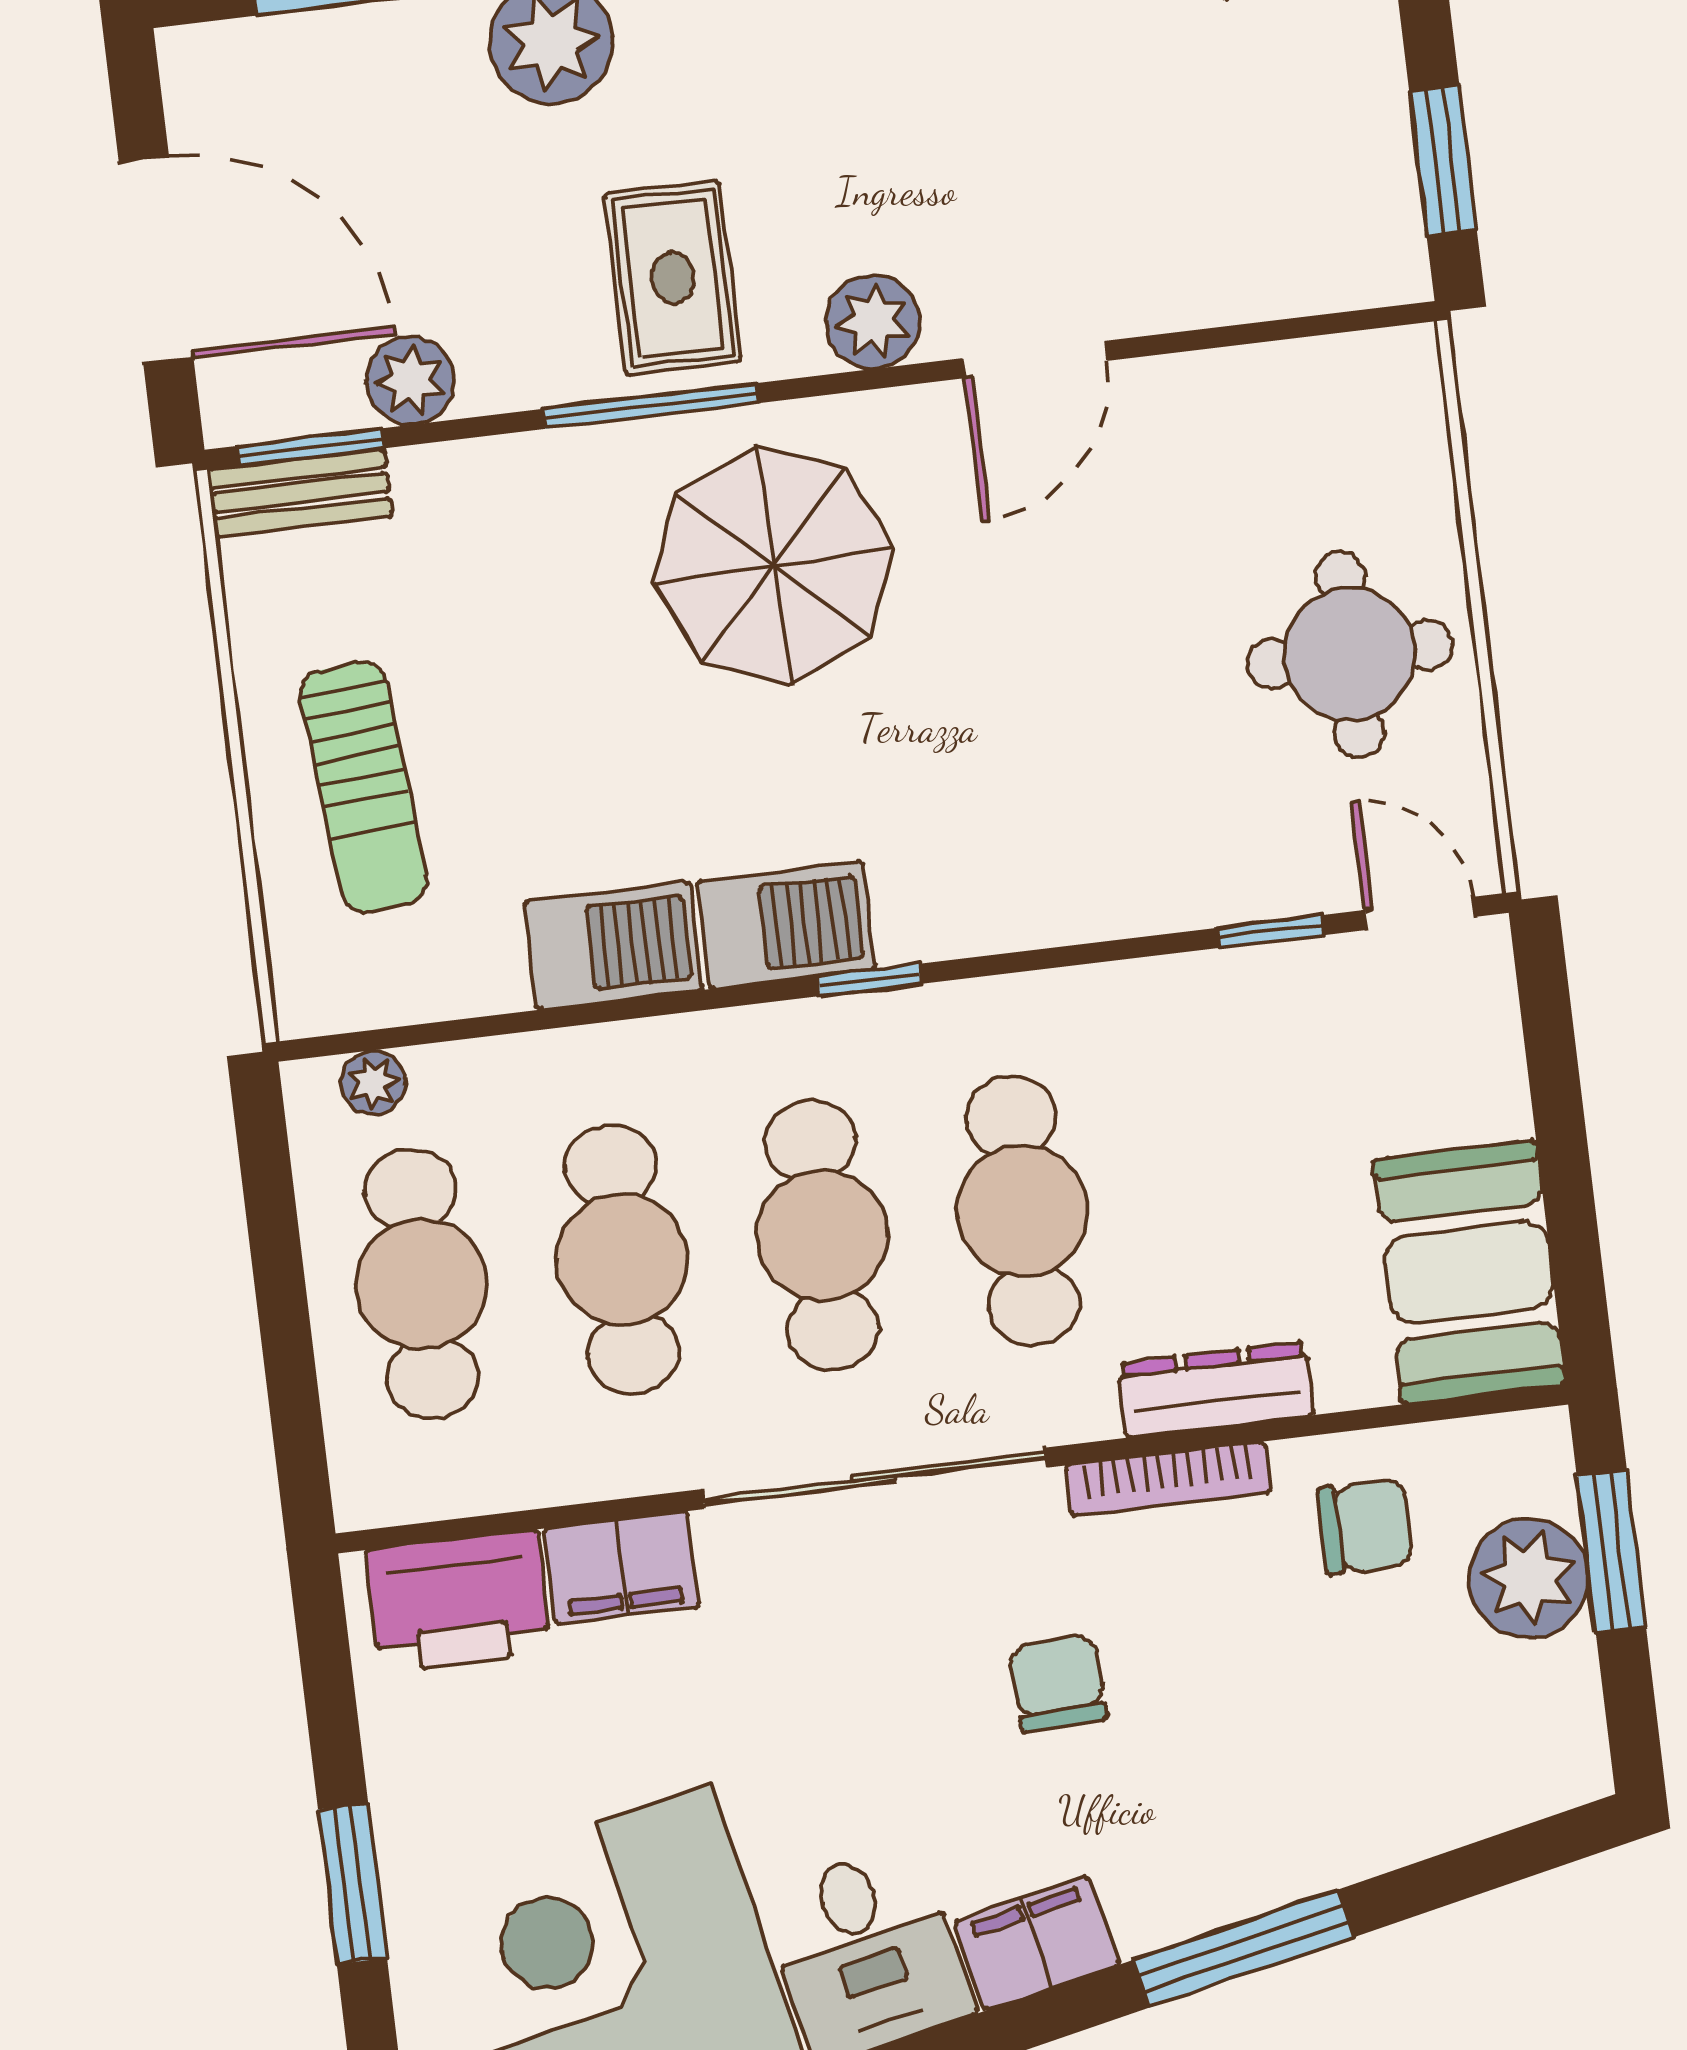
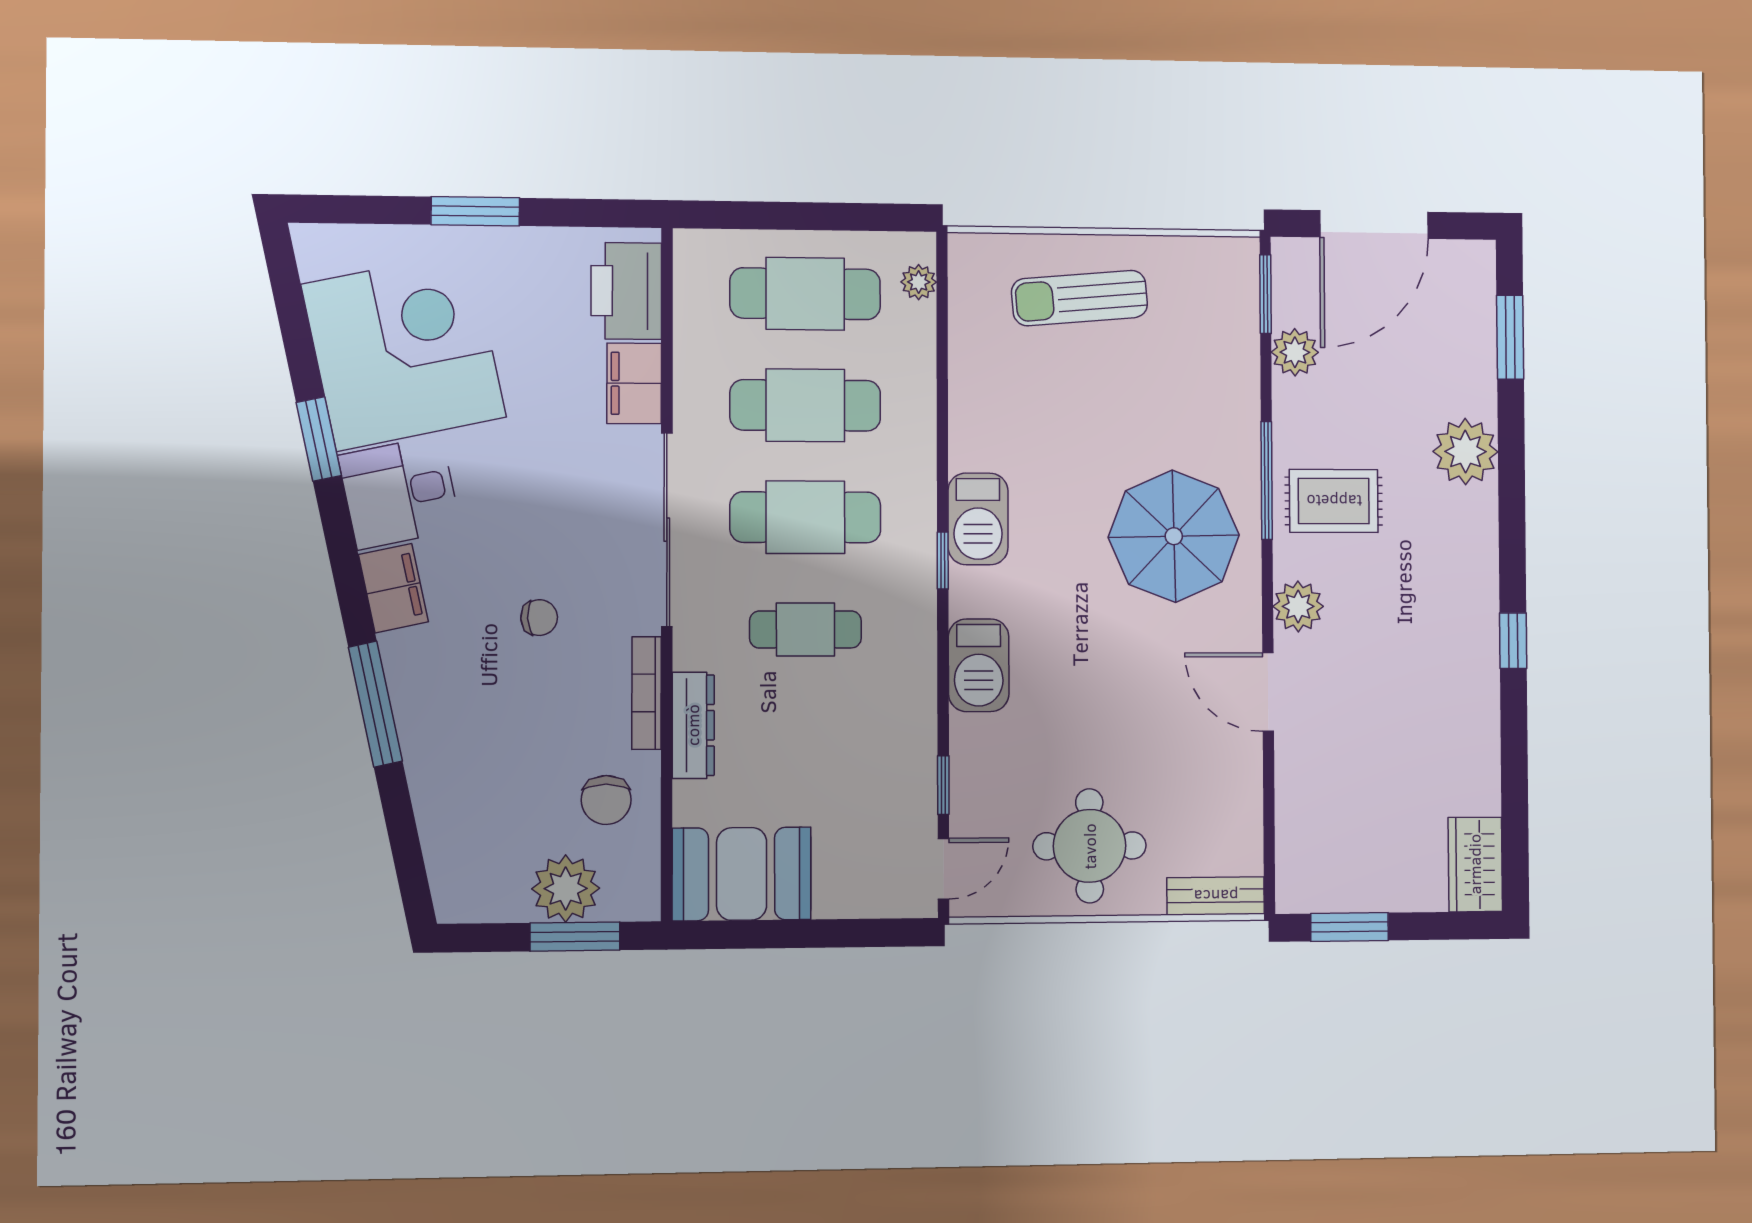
bench: (300, 493) -> (1216, 896), moved, turned 90
barbecue: (614, 946) -> (979, 665), moved
cafe table: (1022, 1211) -> (806, 630), width x0.73, depth x0.74
chair: (1058, 1683) -> (539, 618), width x0.73, depth x0.73

